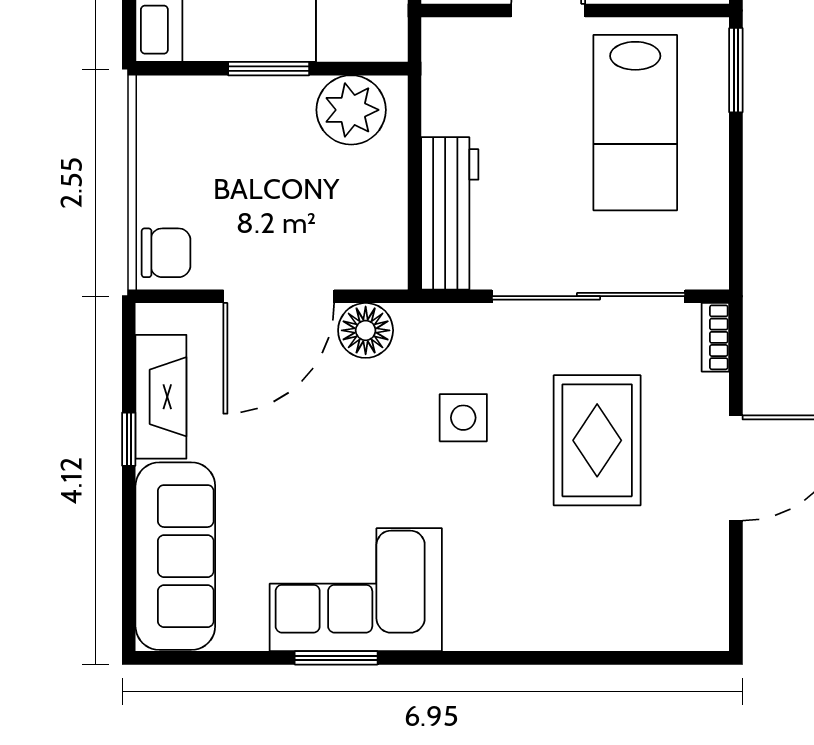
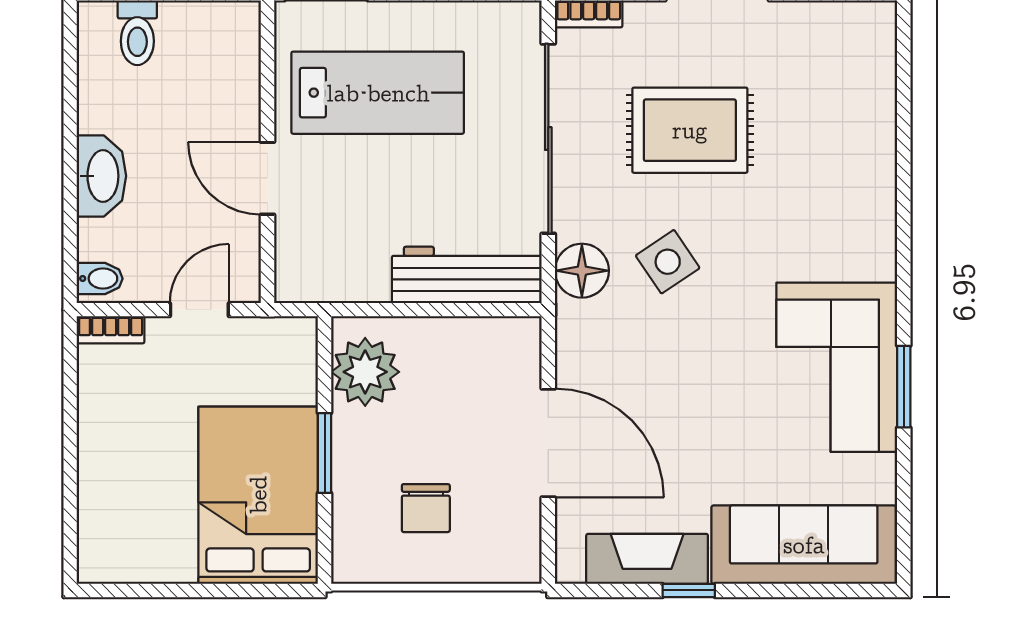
chair: (166, 253) -> (426, 508), moved, turned 180
floor lamp: (366, 330) -> (582, 271), moved
side table: (463, 418) -> (668, 262), turned -34

